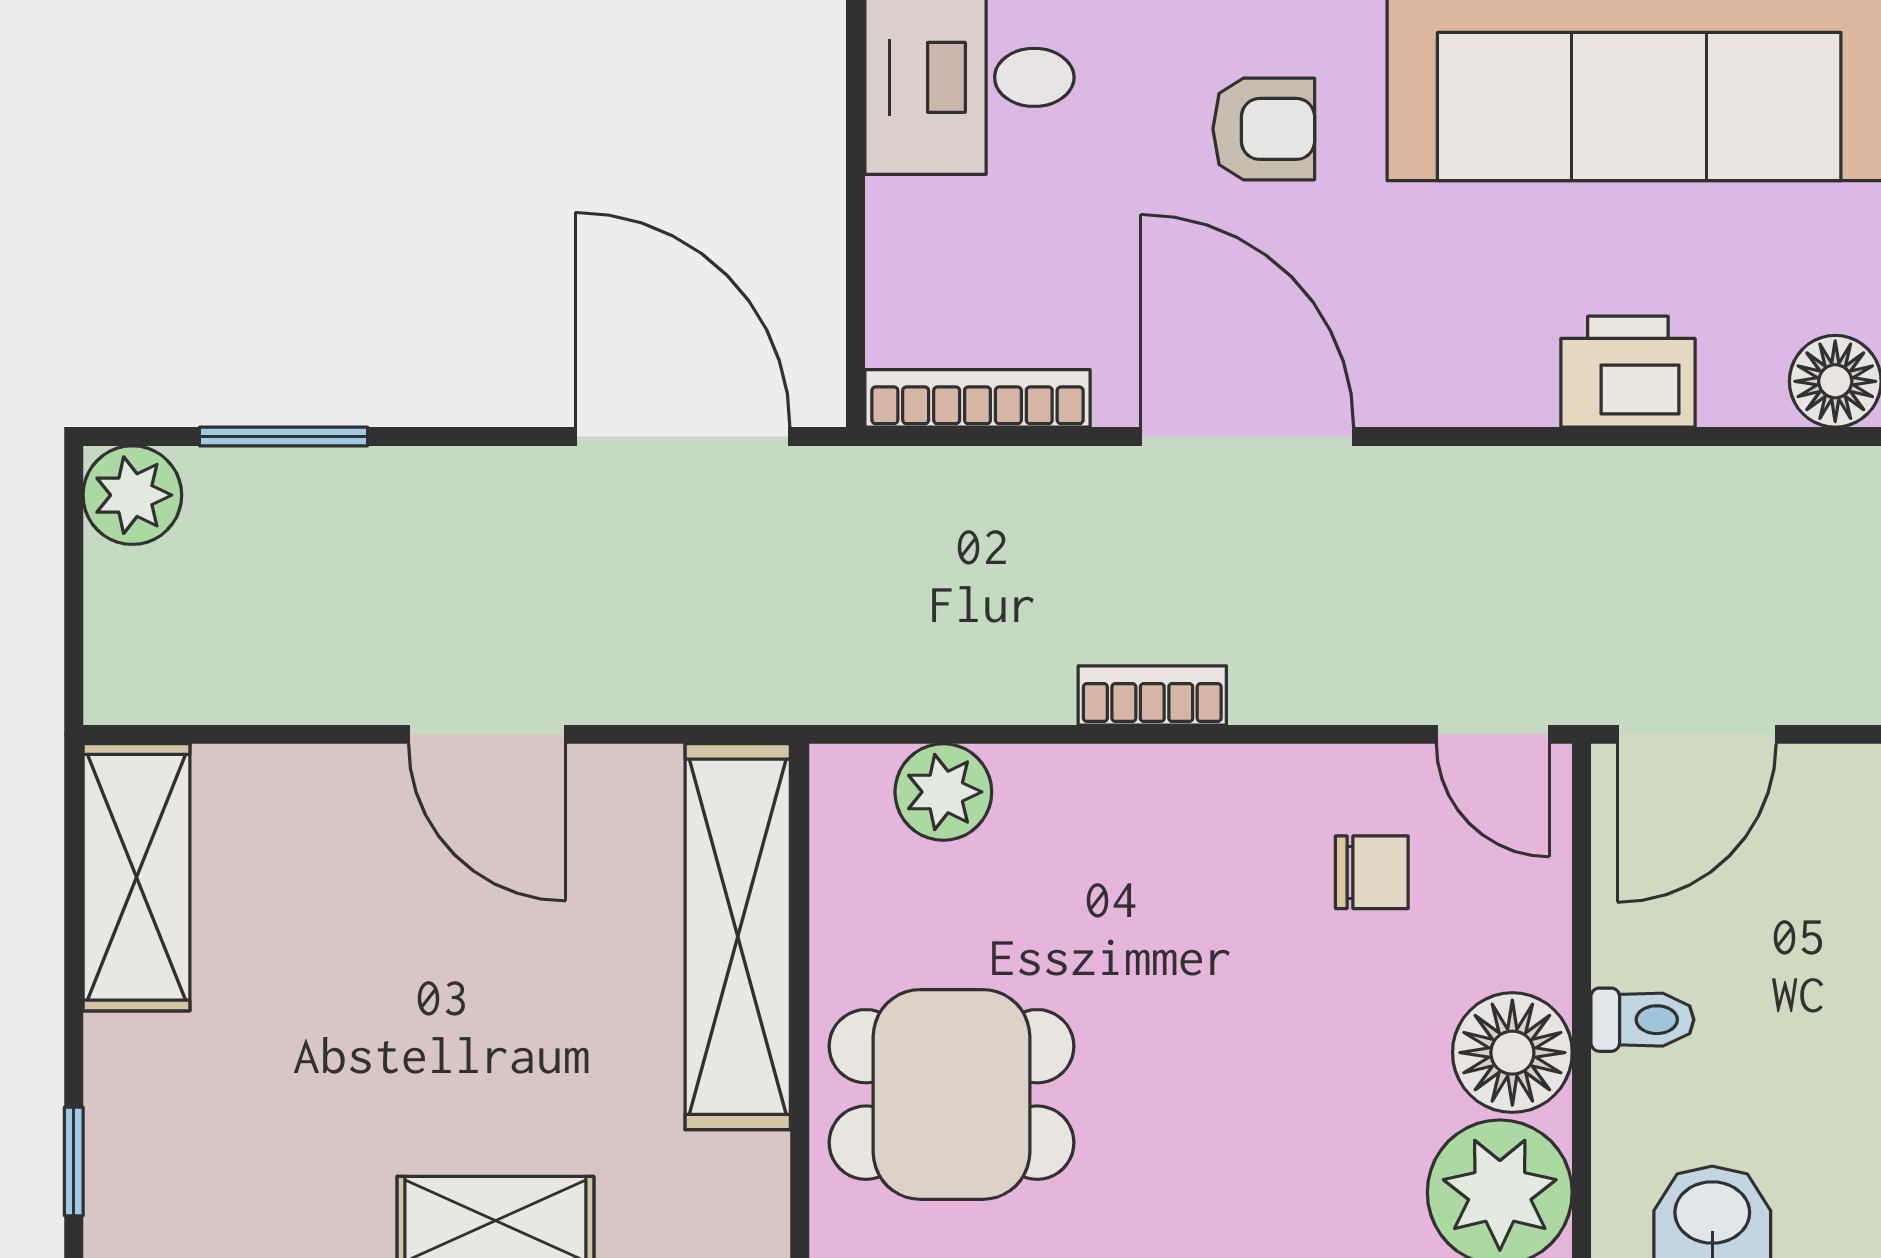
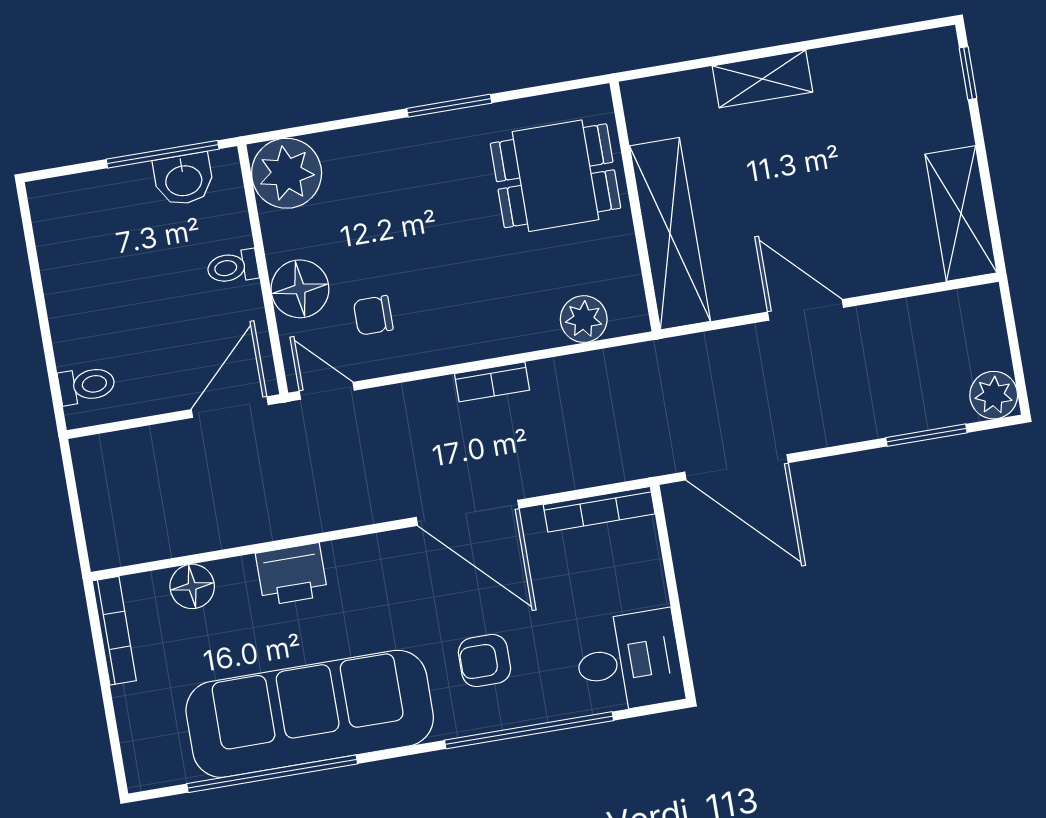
floor lamp: (1512, 1053) -> (300, 289), moved

